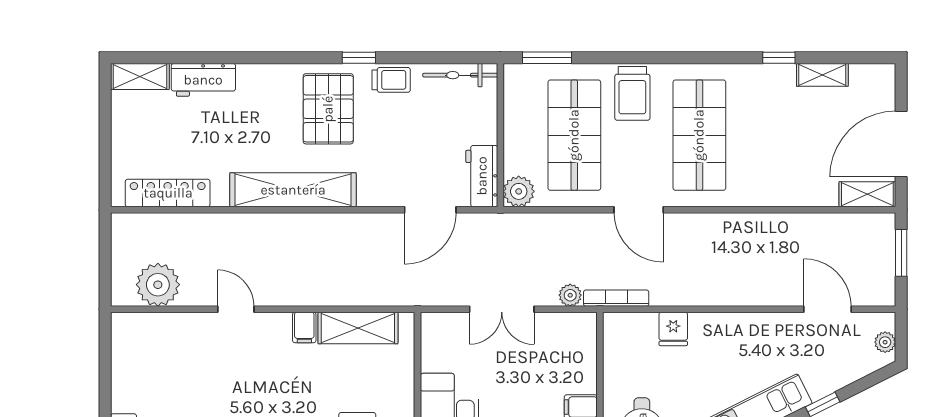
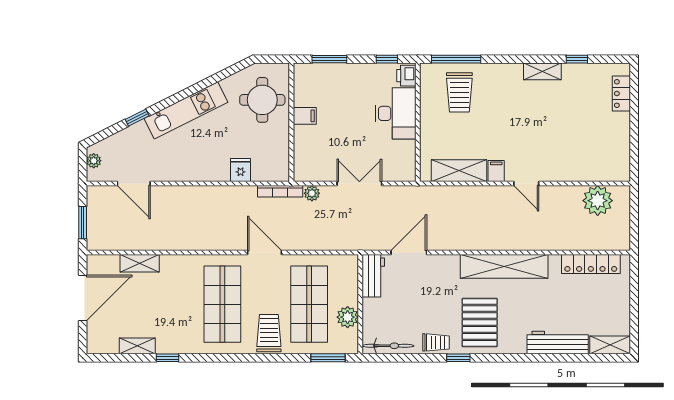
workbench: (203, 80) -> (558, 343), width x1.38
trolley: (391, 80) -> (436, 342), turned 180
plant: (519, 191) -> (348, 317), moved
shelving: (867, 194) -> (140, 263), moved
door: (236, 309) -> (526, 184), moved

